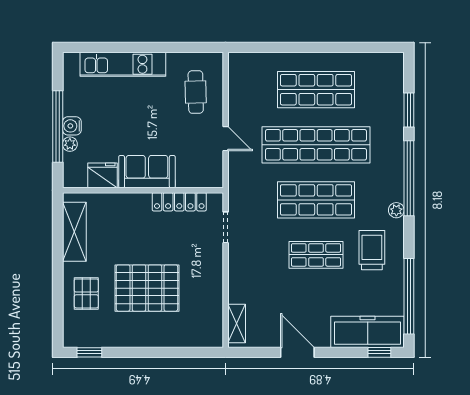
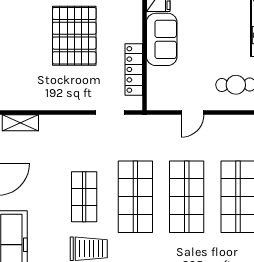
shop shelf: (316, 145) -> (187, 197), width x0.71
pallet: (147, 288) -> (74, 36), moved

